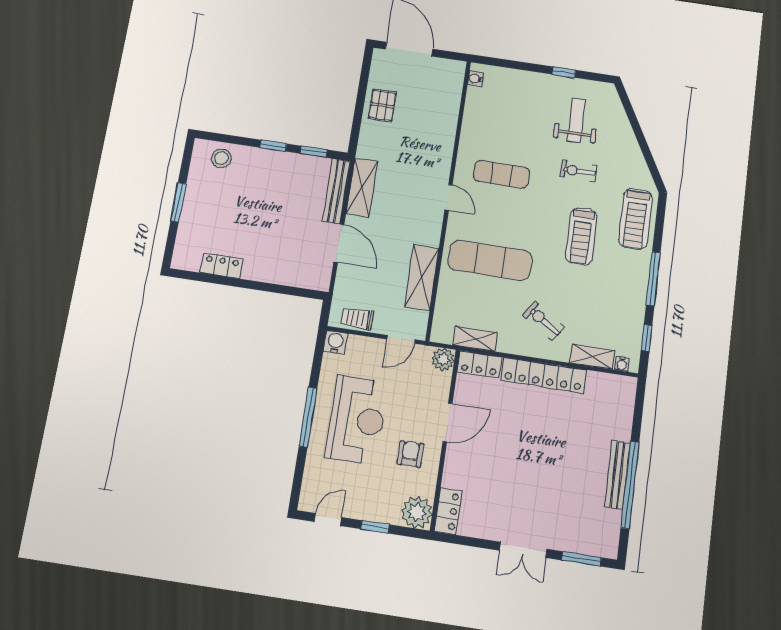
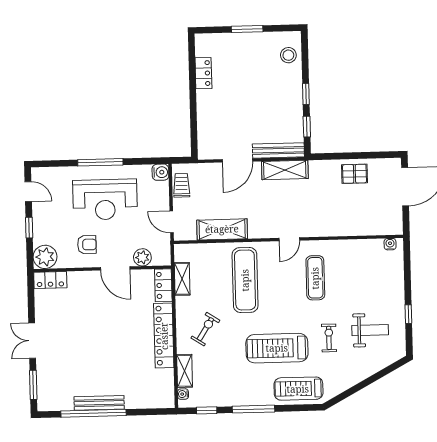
treadmill: (581, 236) -> (277, 348), width x1.37, depth x1.38
plant: (443, 359) -> (142, 257), moved

